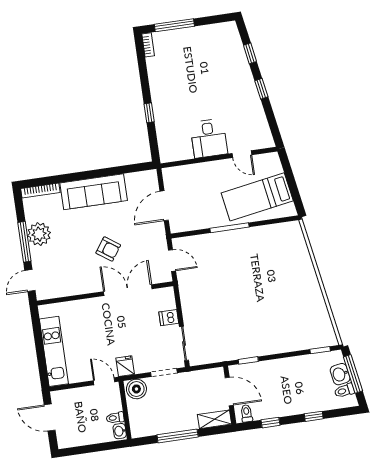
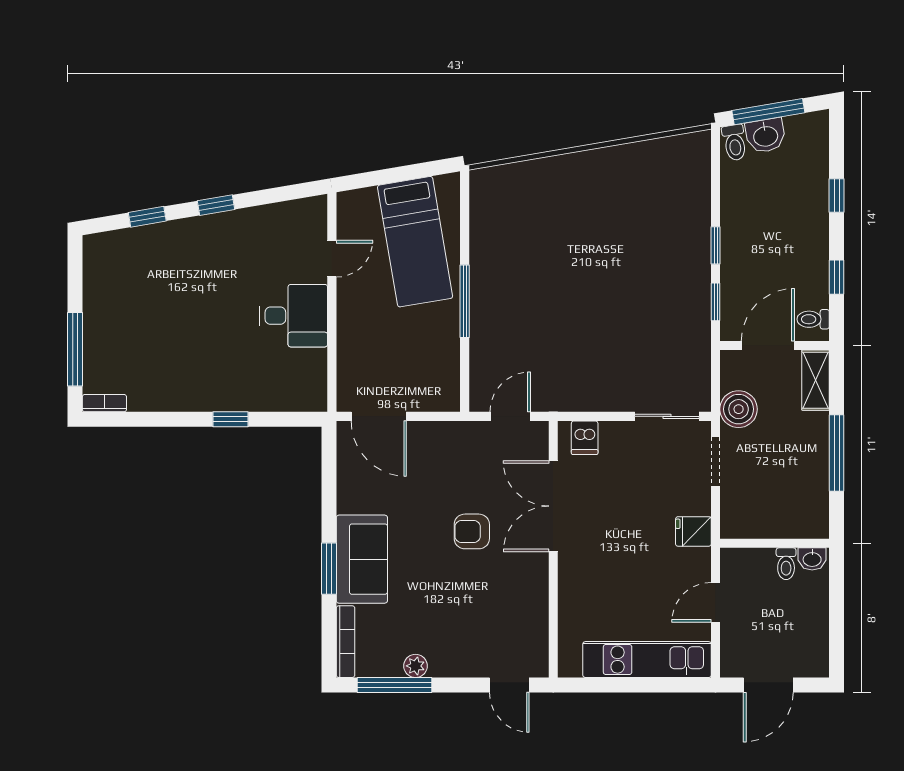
window: (78, 176) -> (329, 569), added
sofa: (94, 192) -> (362, 559), width x0.73
door: (164, 206) -> (379, 416), moved
plant: (39, 234) -> (415, 666), width x0.53, depth x0.53
window: (24, 242) -> (395, 685), moved
armchair: (108, 249) -> (472, 531), turned -125
dishwasher: (169, 318) -> (585, 438), moved
window: (320, 350) -> (716, 245), moved
door: (104, 381) -> (716, 602), moved
boiler: (136, 389) -> (739, 409), moved
toilet: (344, 391) -> (734, 143), moved

